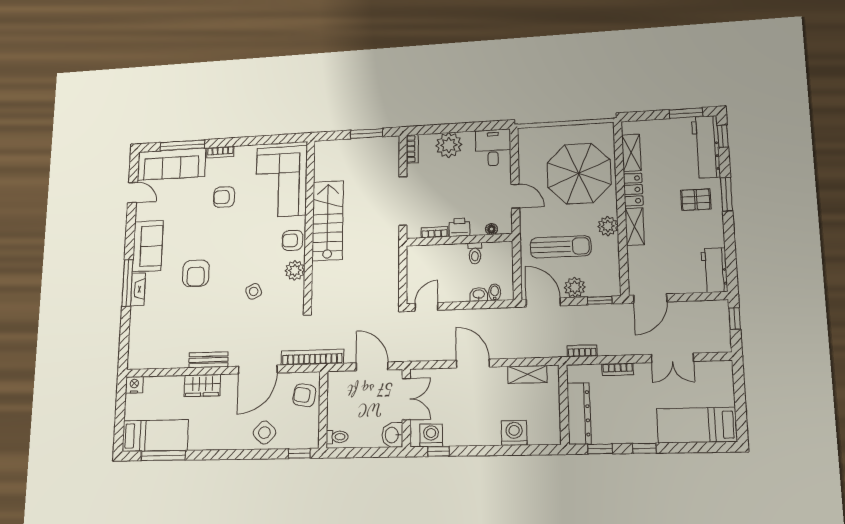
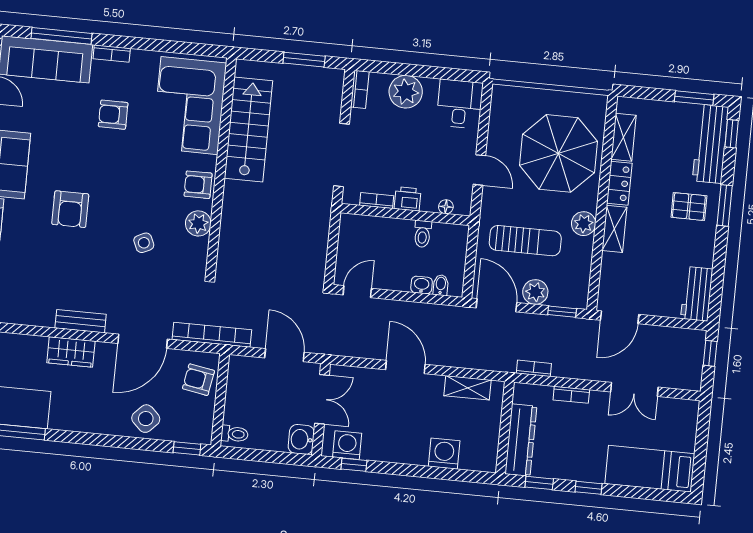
stairs: (328, 221) -> (248, 130), moved

